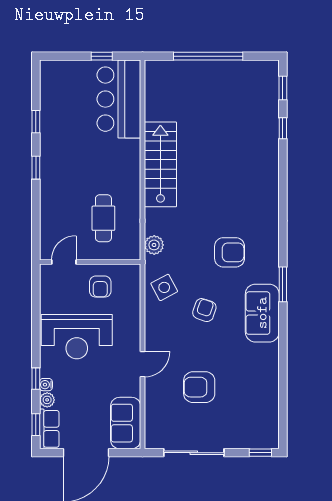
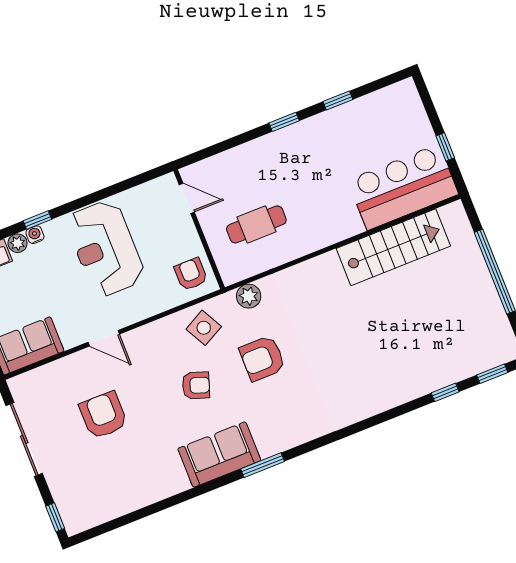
stairs: (160, 164) -> (393, 247), moved
armchair: (230, 252) -> (262, 358), moved, turned 90
armchair: (100, 287) -> (191, 274), moved, turned 90

